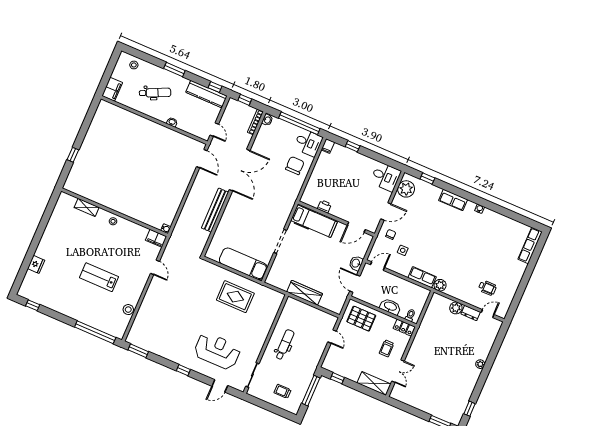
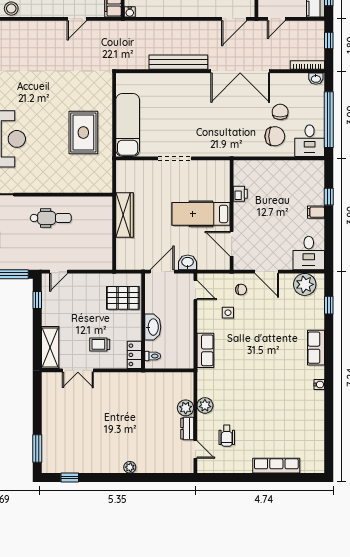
filing cabinet: (328, 146) -> (316, 212), moved
chair: (280, 155) -> (280, 112), added
hospital bed: (314, 221) -> (201, 214), moved, turned 90
row of seats: (530, 245) -> (276, 466), moved
plant: (440, 285) -> (205, 405), moved
pallet: (361, 319) -> (123, 298), turned 90
door: (332, 337) -> (59, 272), moved

